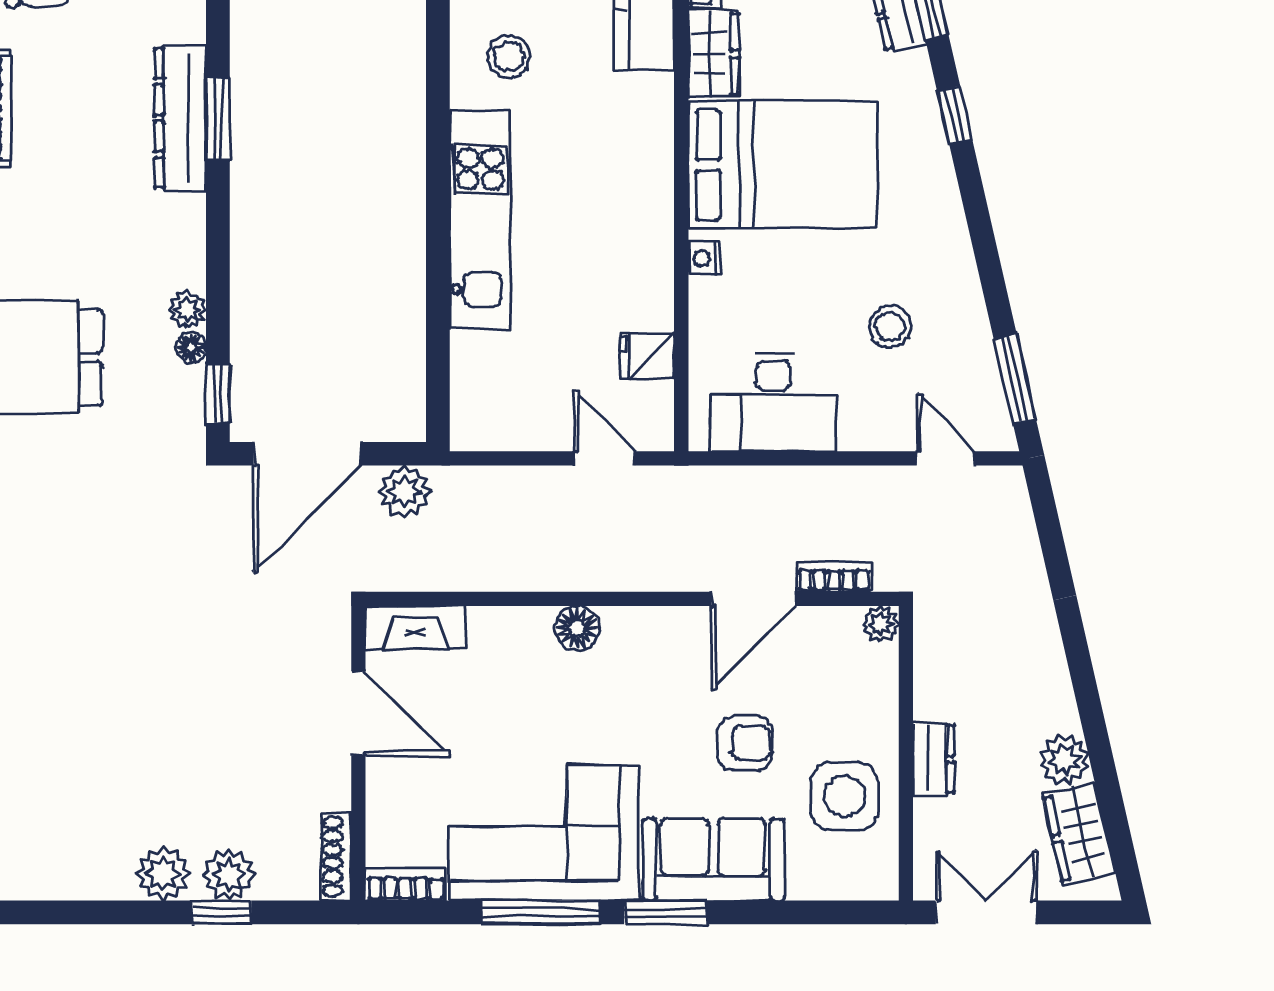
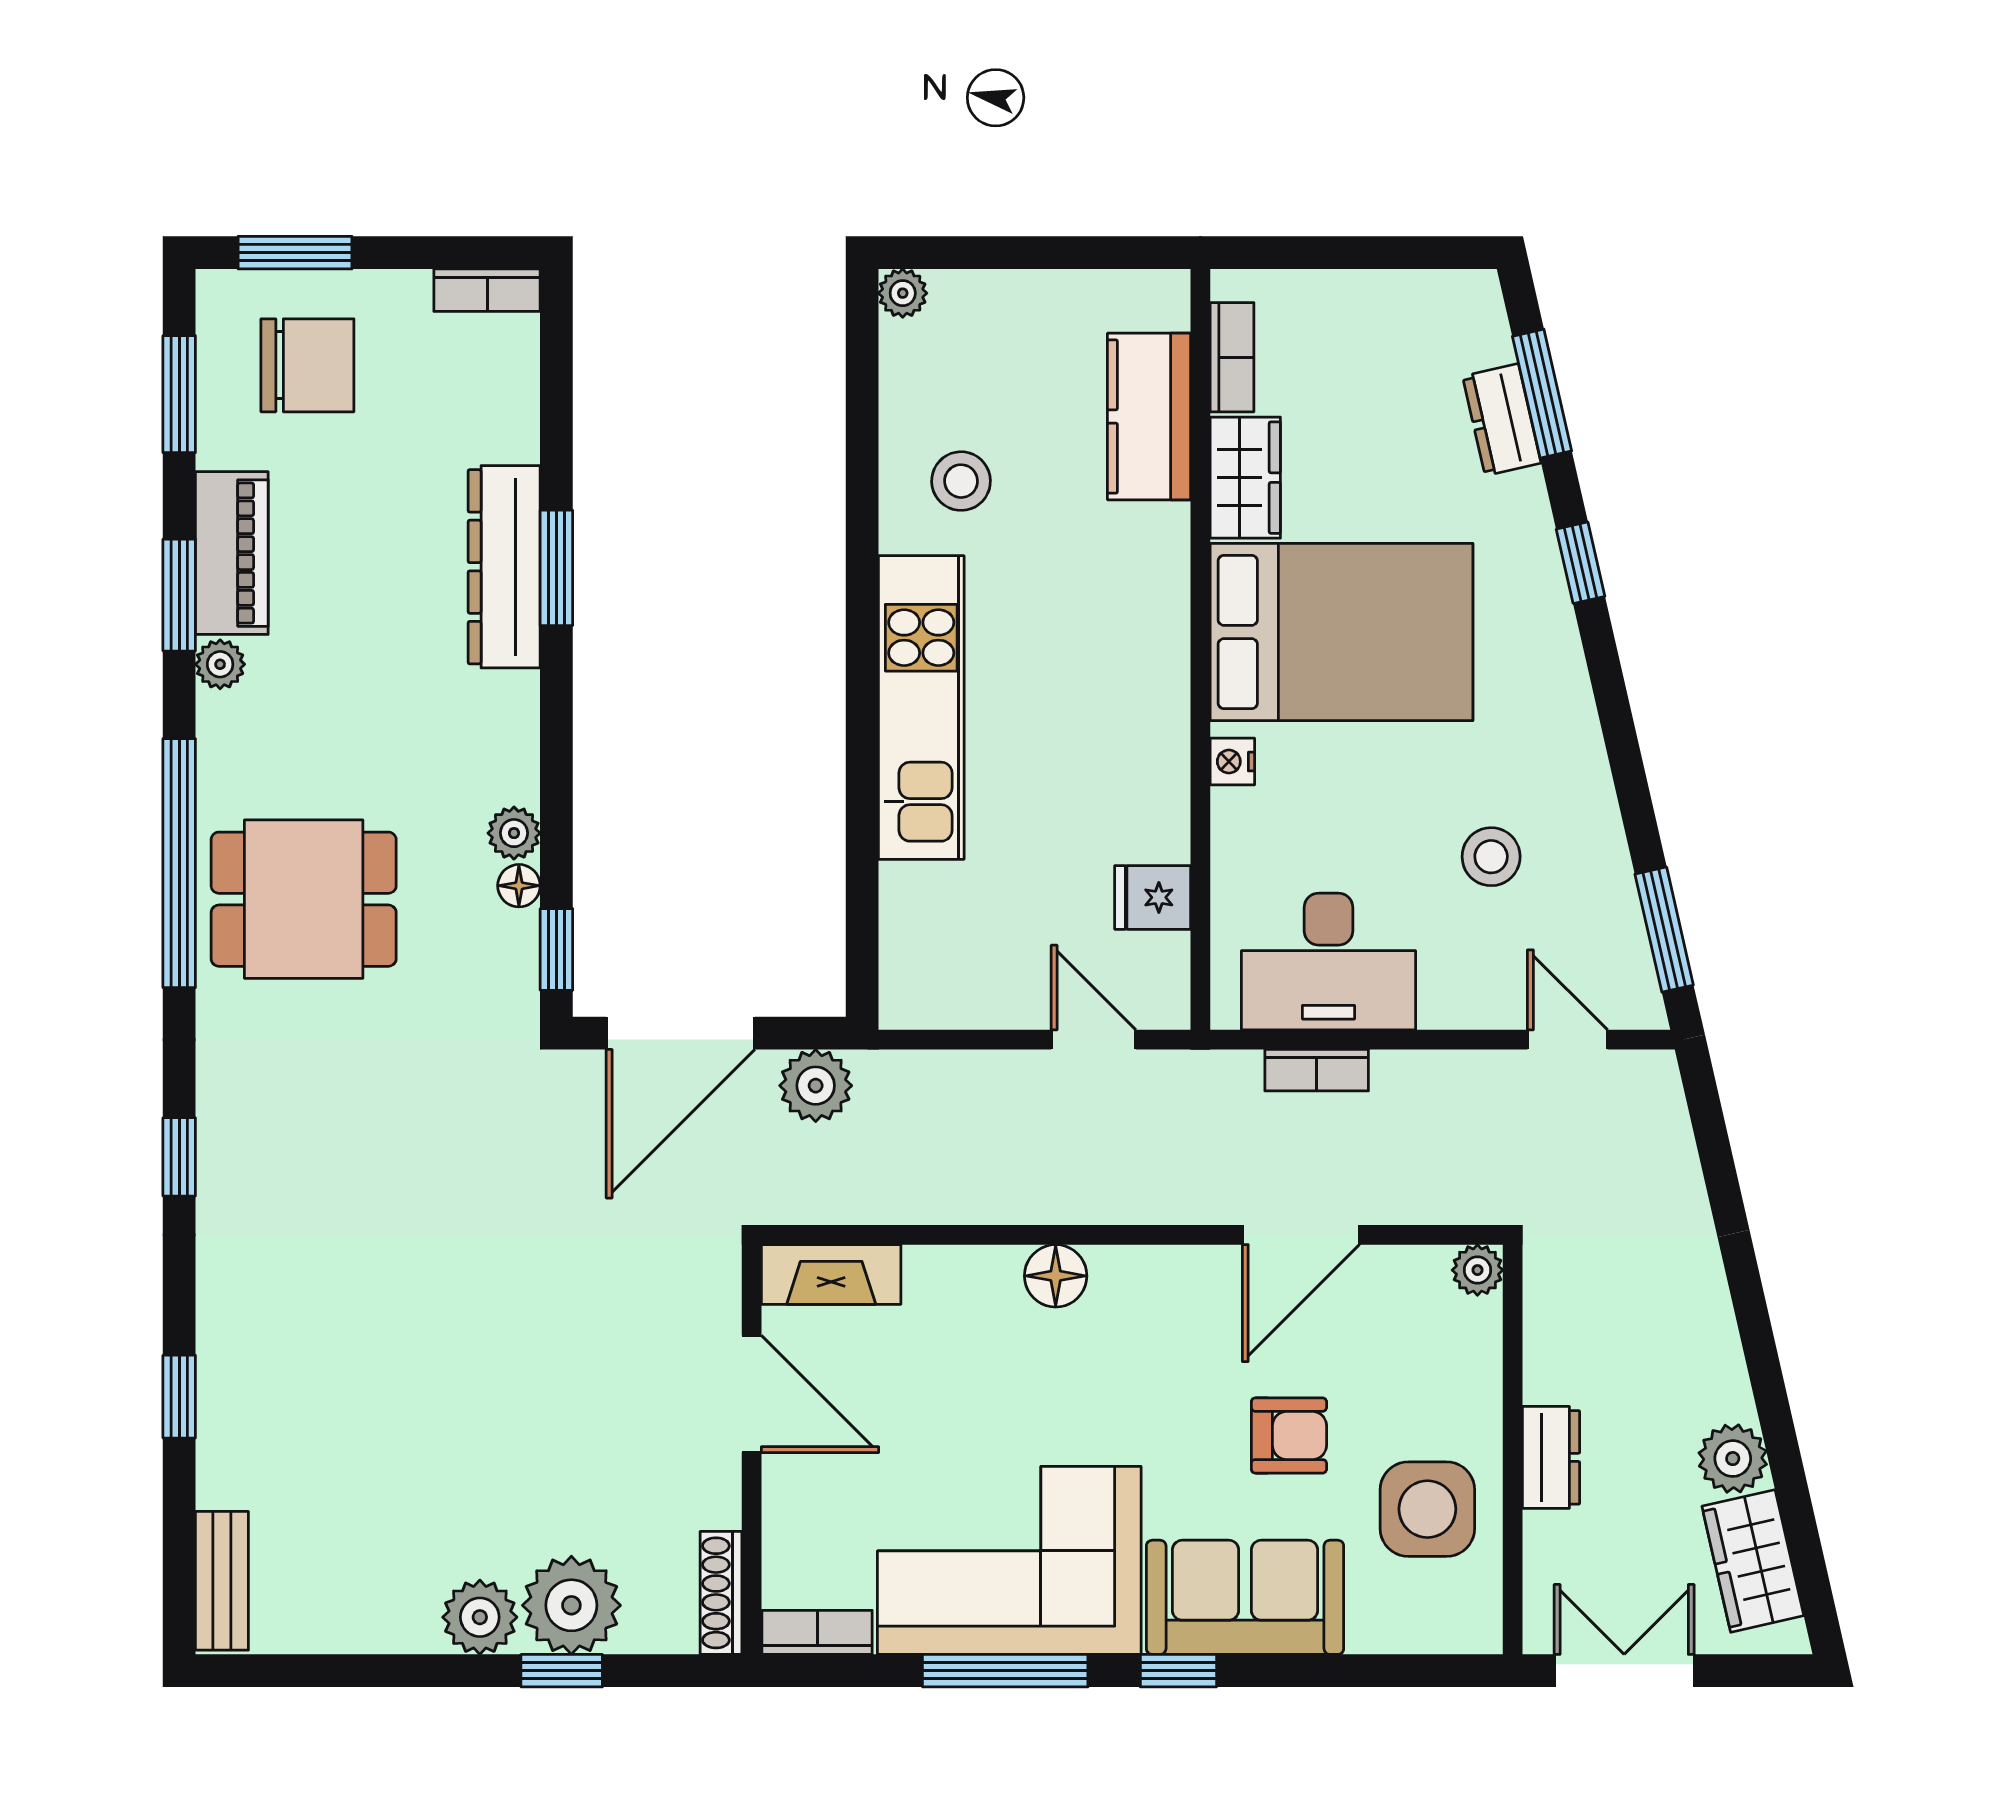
bookcase: (834, 577) -> (1317, 1070), moved, turned 180
plant: (229, 875) -> (571, 1605), width x1.36, depth x1.36
window: (665, 912) -> (1178, 1671), width x0.67

